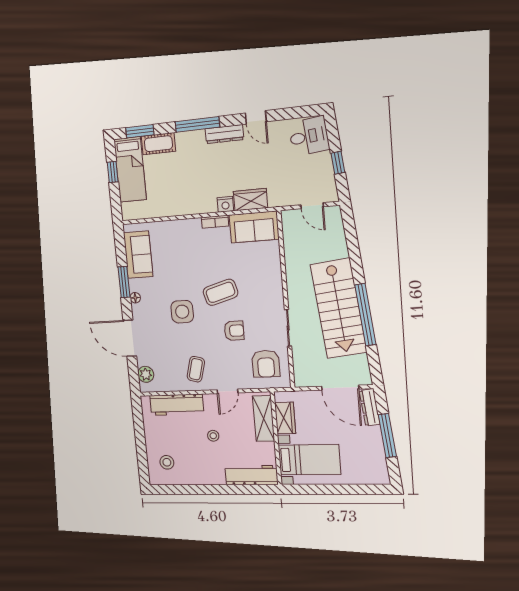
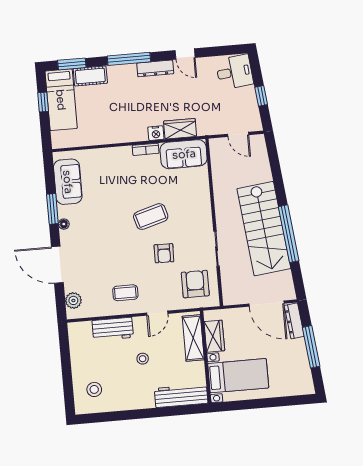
side table: (182, 312) -> (112, 236), removed
armchair: (234, 331) -> (164, 253), turned 91
armchair: (266, 364) -> (195, 284), turned 180
coffee table: (196, 369) -> (125, 293), turned 75
workbench: (177, 405) -> (113, 329), width x0.73

